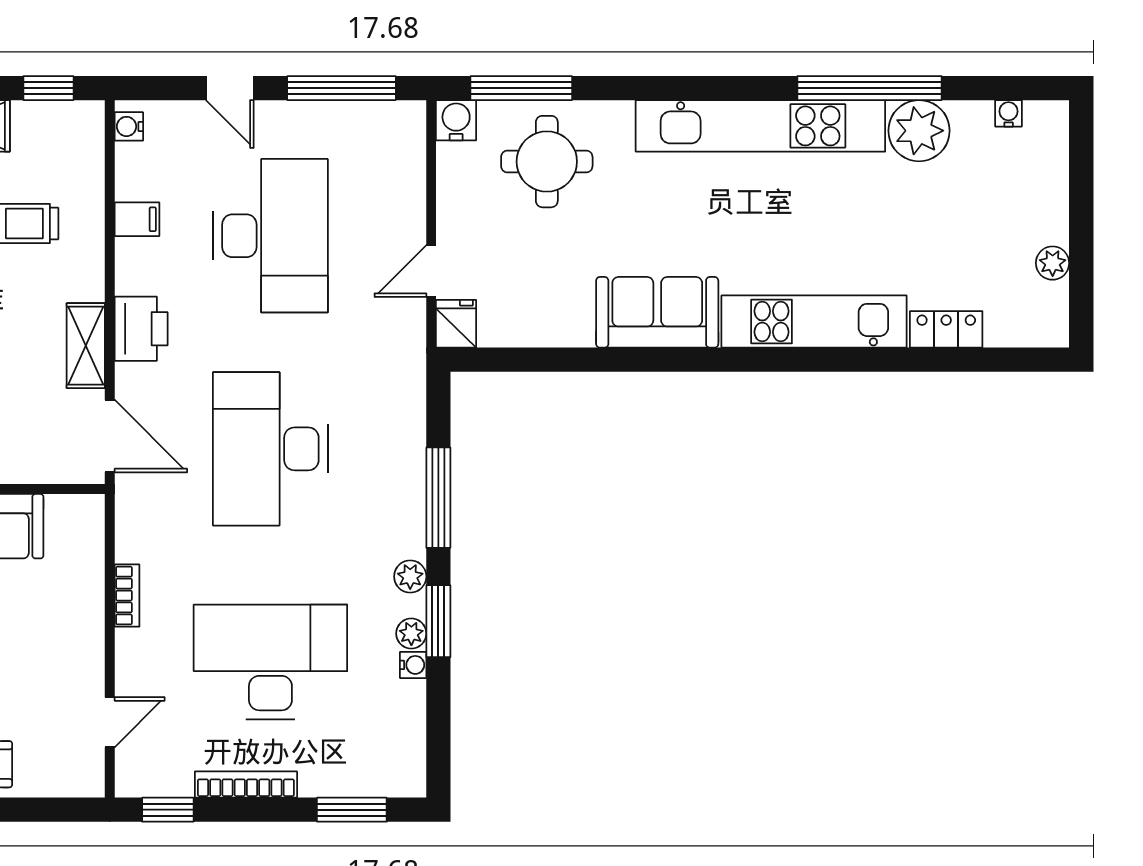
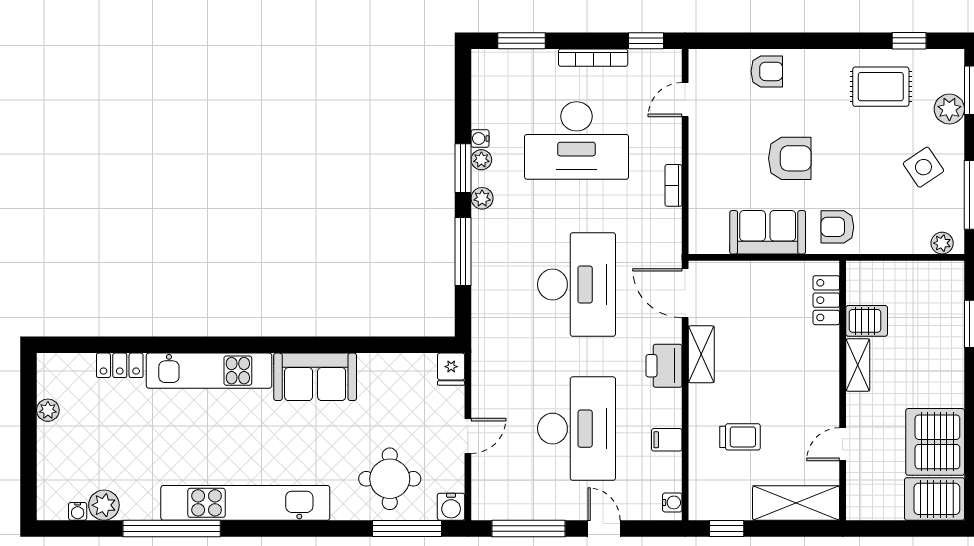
plant: (919, 131) -> (104, 505), moved, width x0.73, depth x0.73
desk: (270, 236) -> (577, 429), turned 180
door: (431, 271) -> (468, 436), moved

